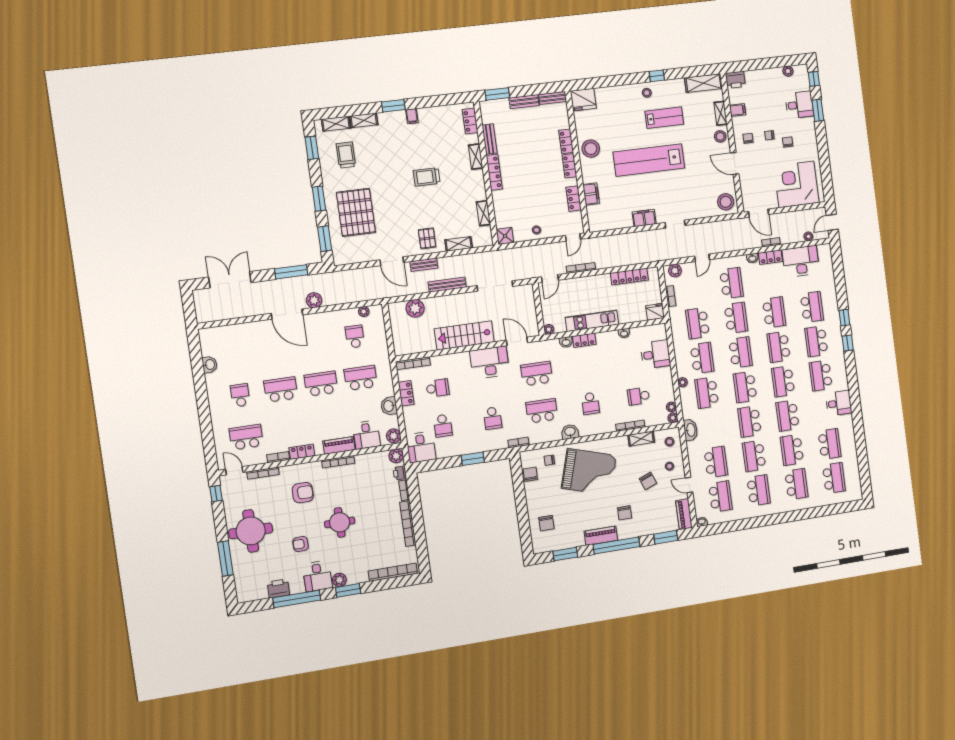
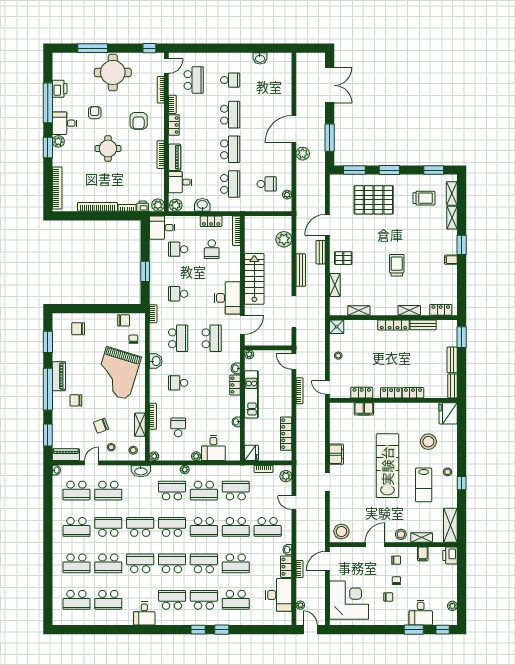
stool: (591, 149) -> (428, 442), moved
plant: (671, 407) -> (196, 456), moved
school desk: (792, 450) -> (108, 563), turned 180

